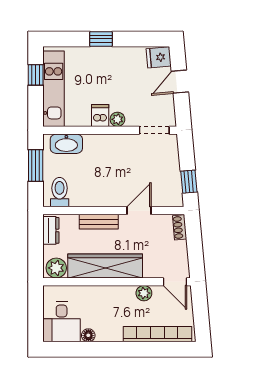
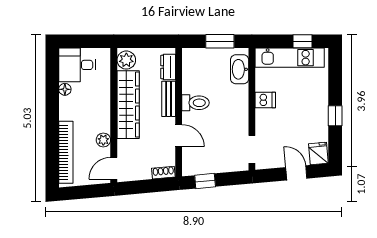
window: (101, 39) -> (335, 116), moved
plant: (117, 119) -> (262, 116), removed
toilet: (60, 192) -> (196, 103), moved
dresser: (51, 230) -> (168, 67), moved, turned 90

